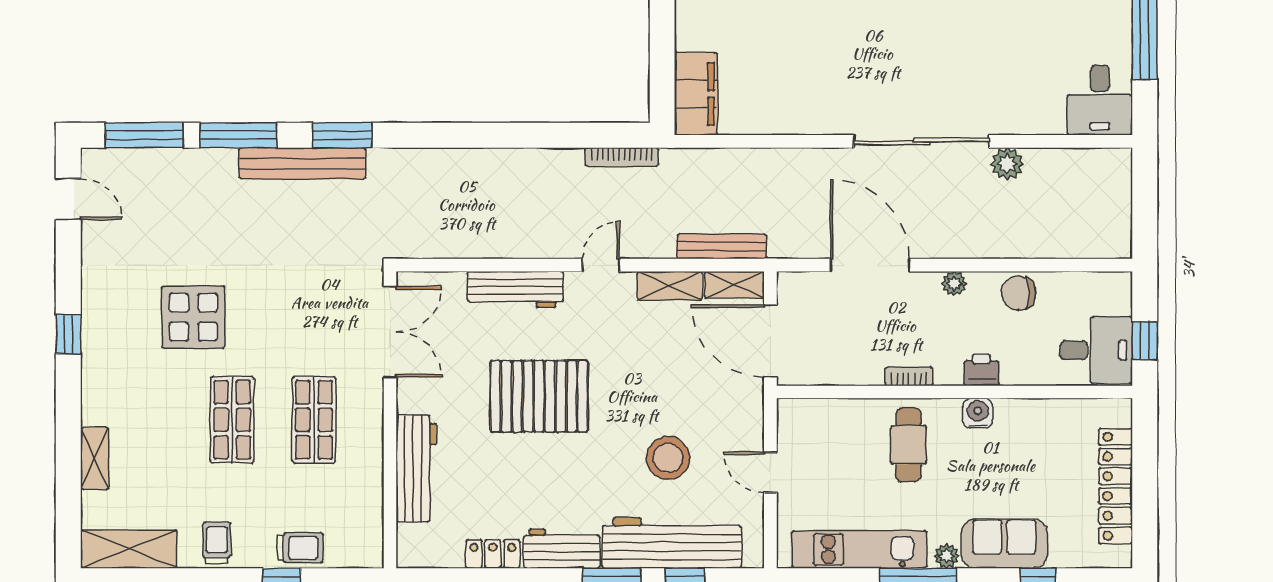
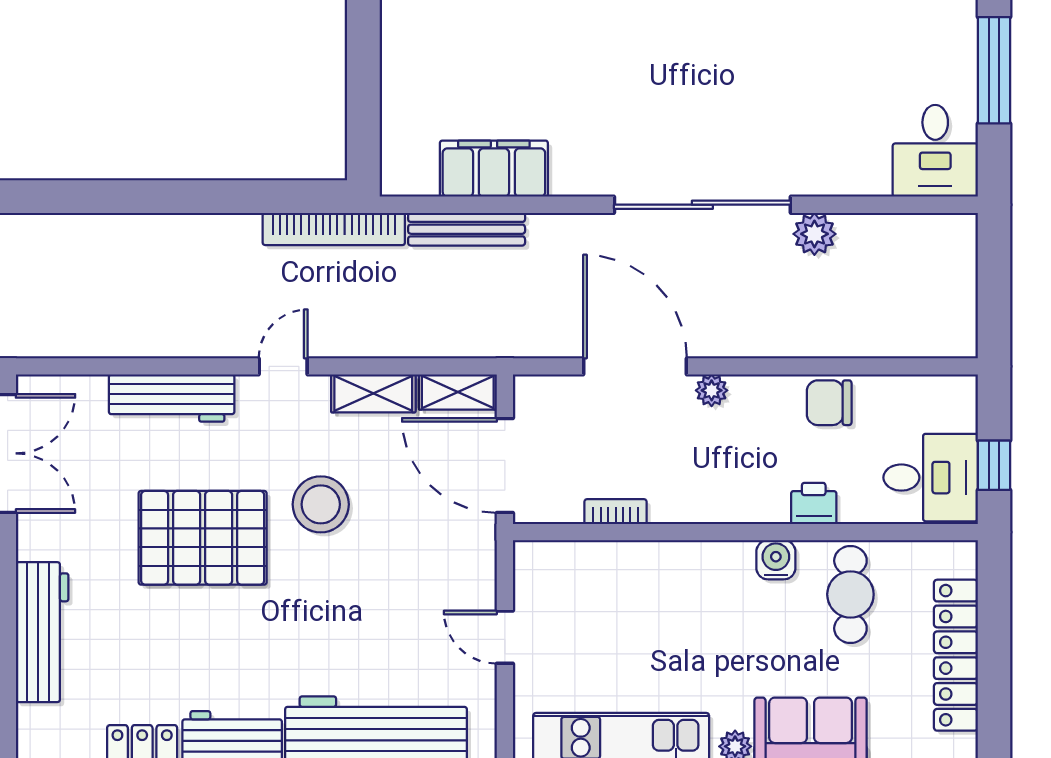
filing cabinet: (696, 94) -> (494, 169), moved, turned -90
bookcase: (622, 157) -> (334, 229), width x1.48, depth x1.31
bench: (722, 246) -> (467, 229), moved
plant: (954, 284) -> (712, 390), moved
printer: (981, 370) -> (814, 503), moved
bookcase: (909, 376) -> (616, 512), moved
cafe table: (908, 445) -> (850, 594), moved
stool: (668, 458) -> (321, 504), moved

